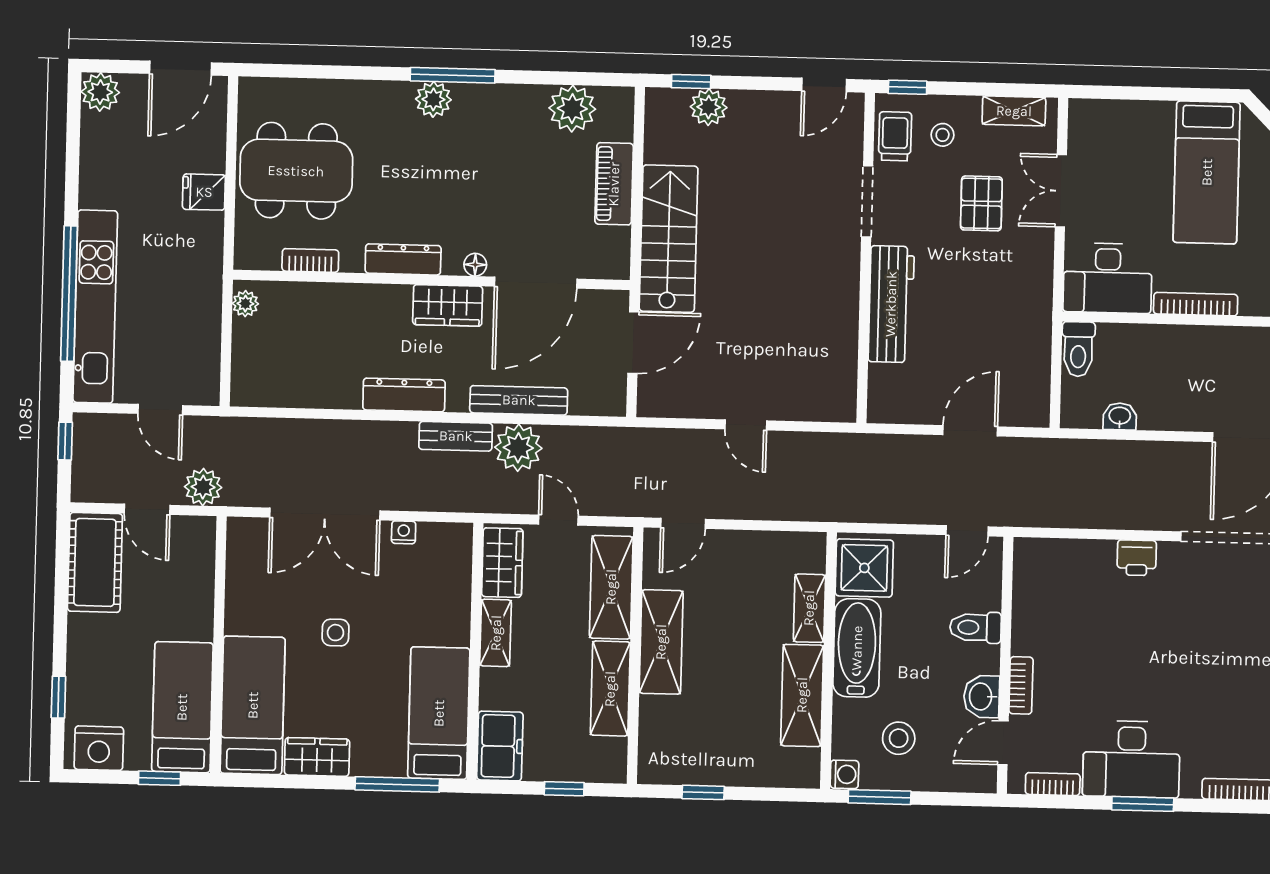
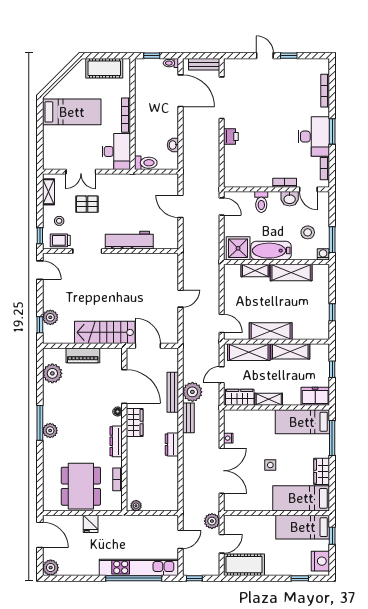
dresser: (404, 395) -> (172, 445), width x0.70

